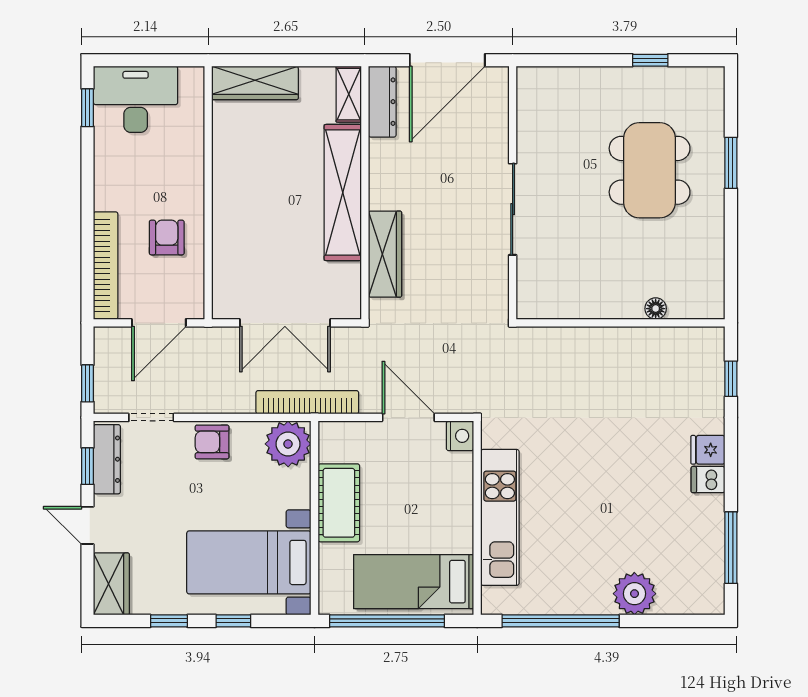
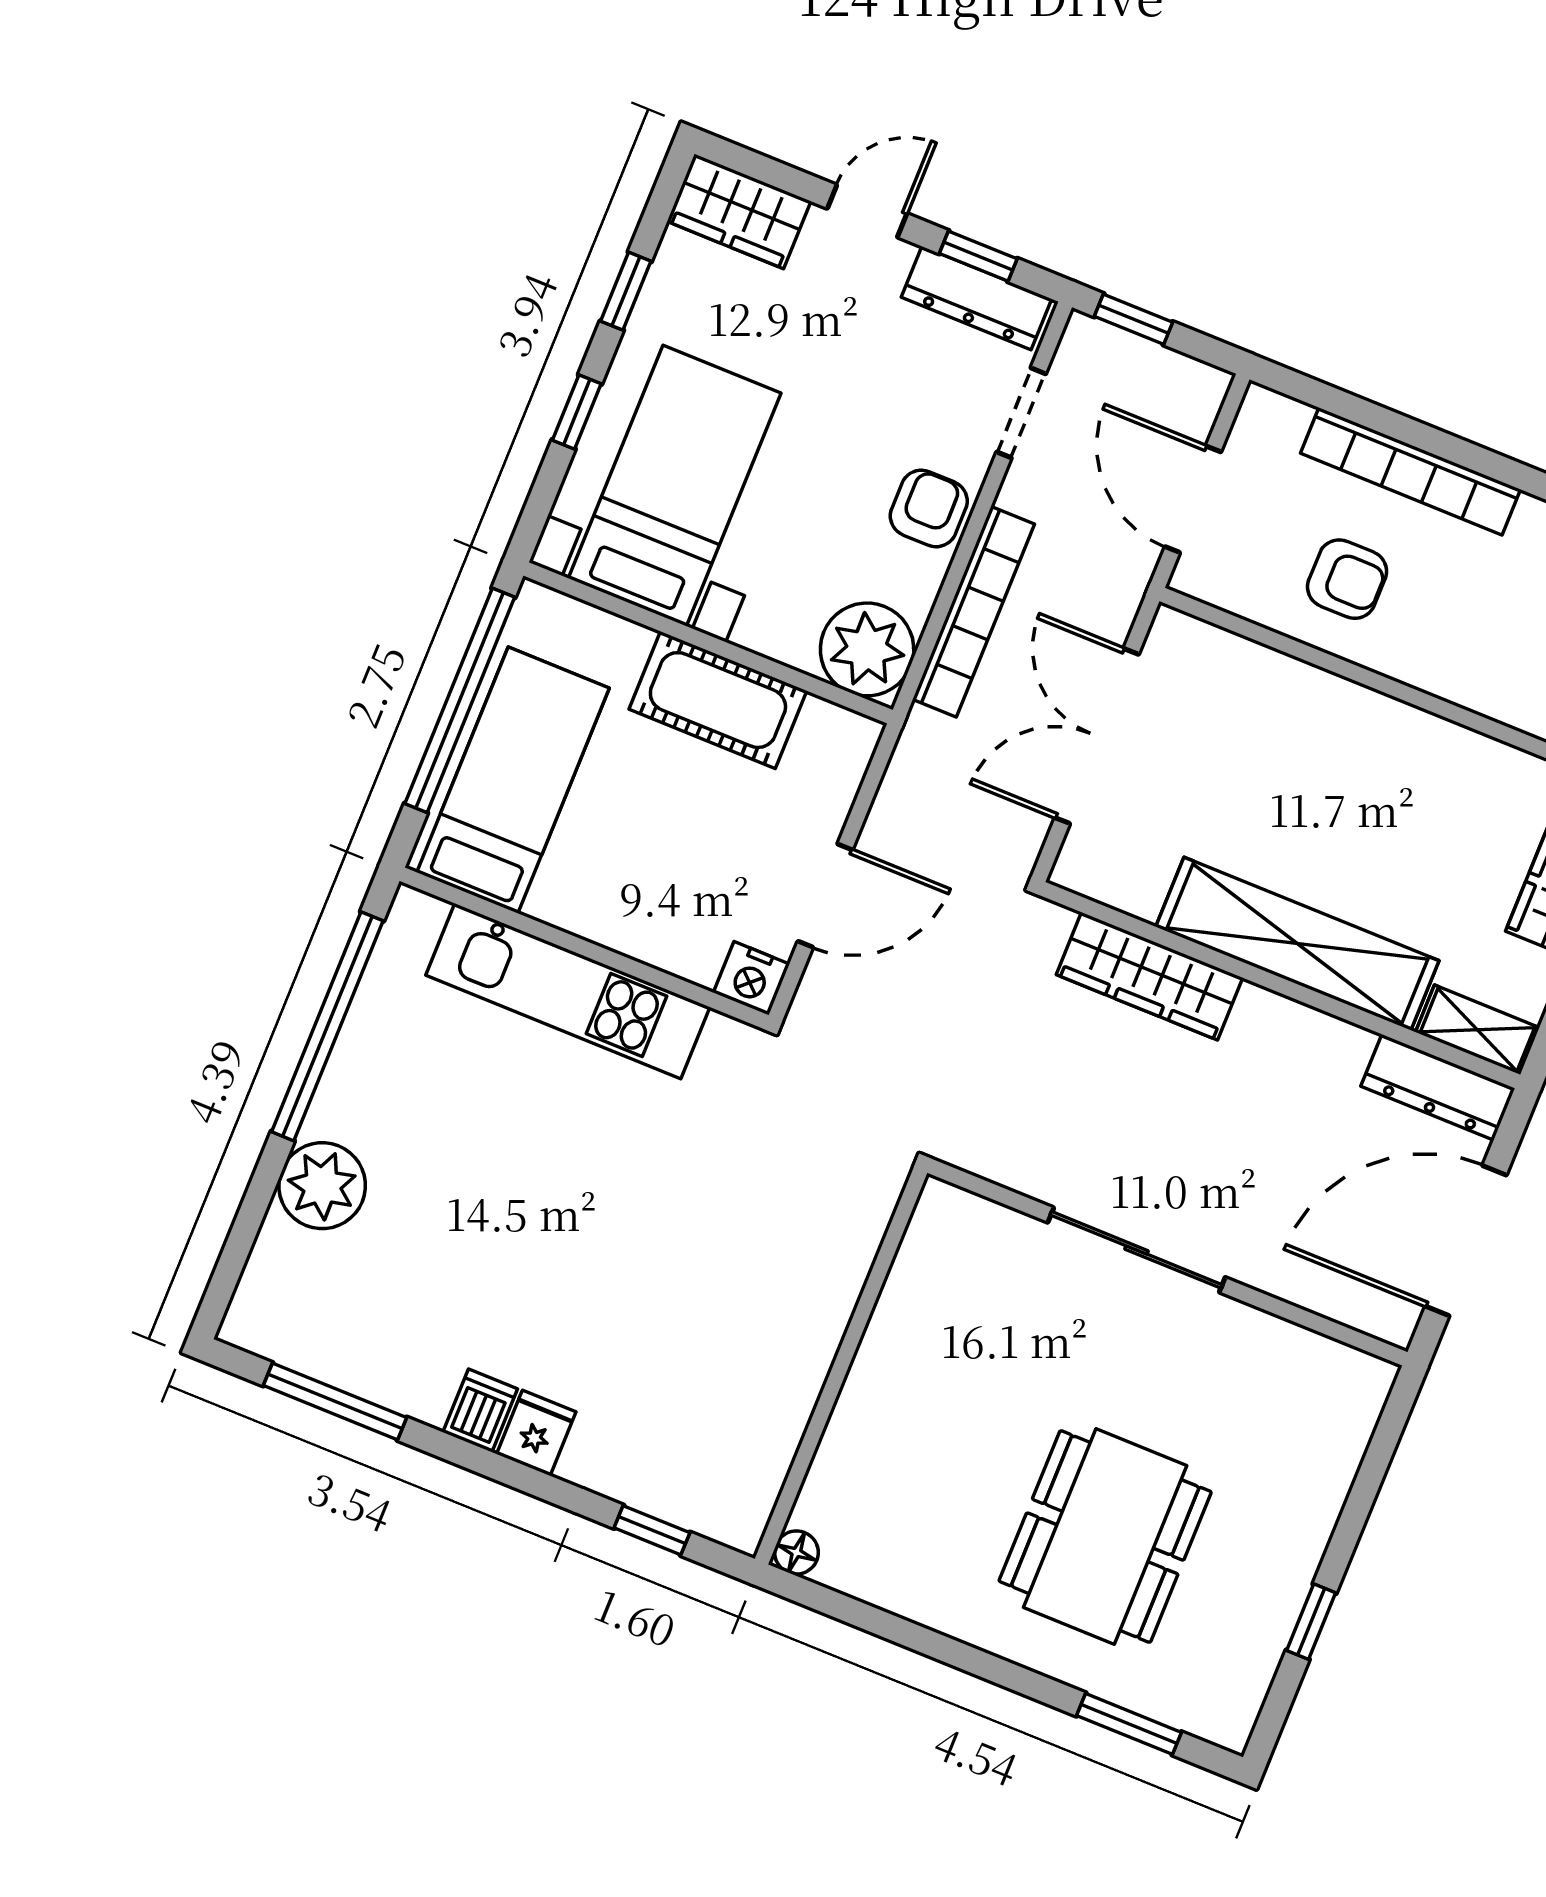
door: (447, 60) -> (1466, 1241), hinge flipped
window: (731, 163) -> (1129, 1724), moved
dining table: (650, 170) -> (1105, 1537), turned 90
bookcase: (106, 266) -> (1411, 471), moved
floor lamp: (656, 309) -> (796, 1552), moved
bookcase: (307, 402) -> (974, 612), moved

